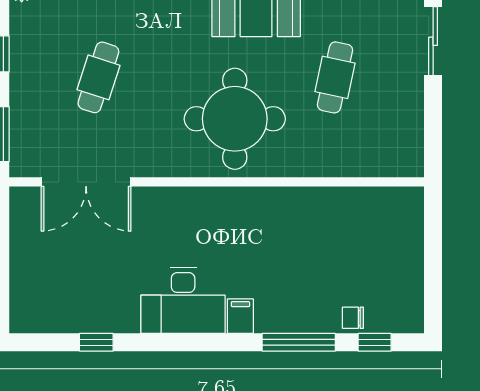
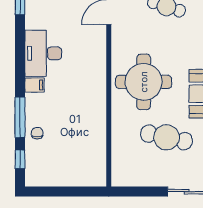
cafe table: (335, 77) -> (167, 137), width x1.37, depth x1.35
chair: (353, 318) -> (37, 133), moved

